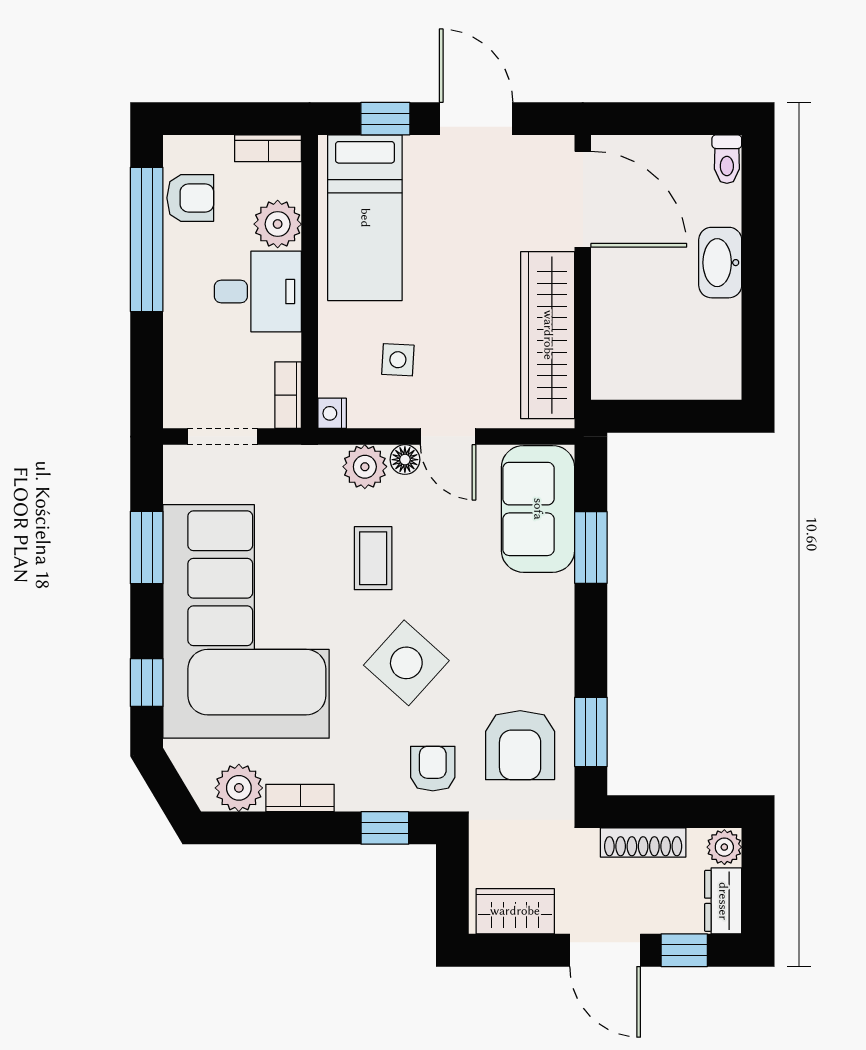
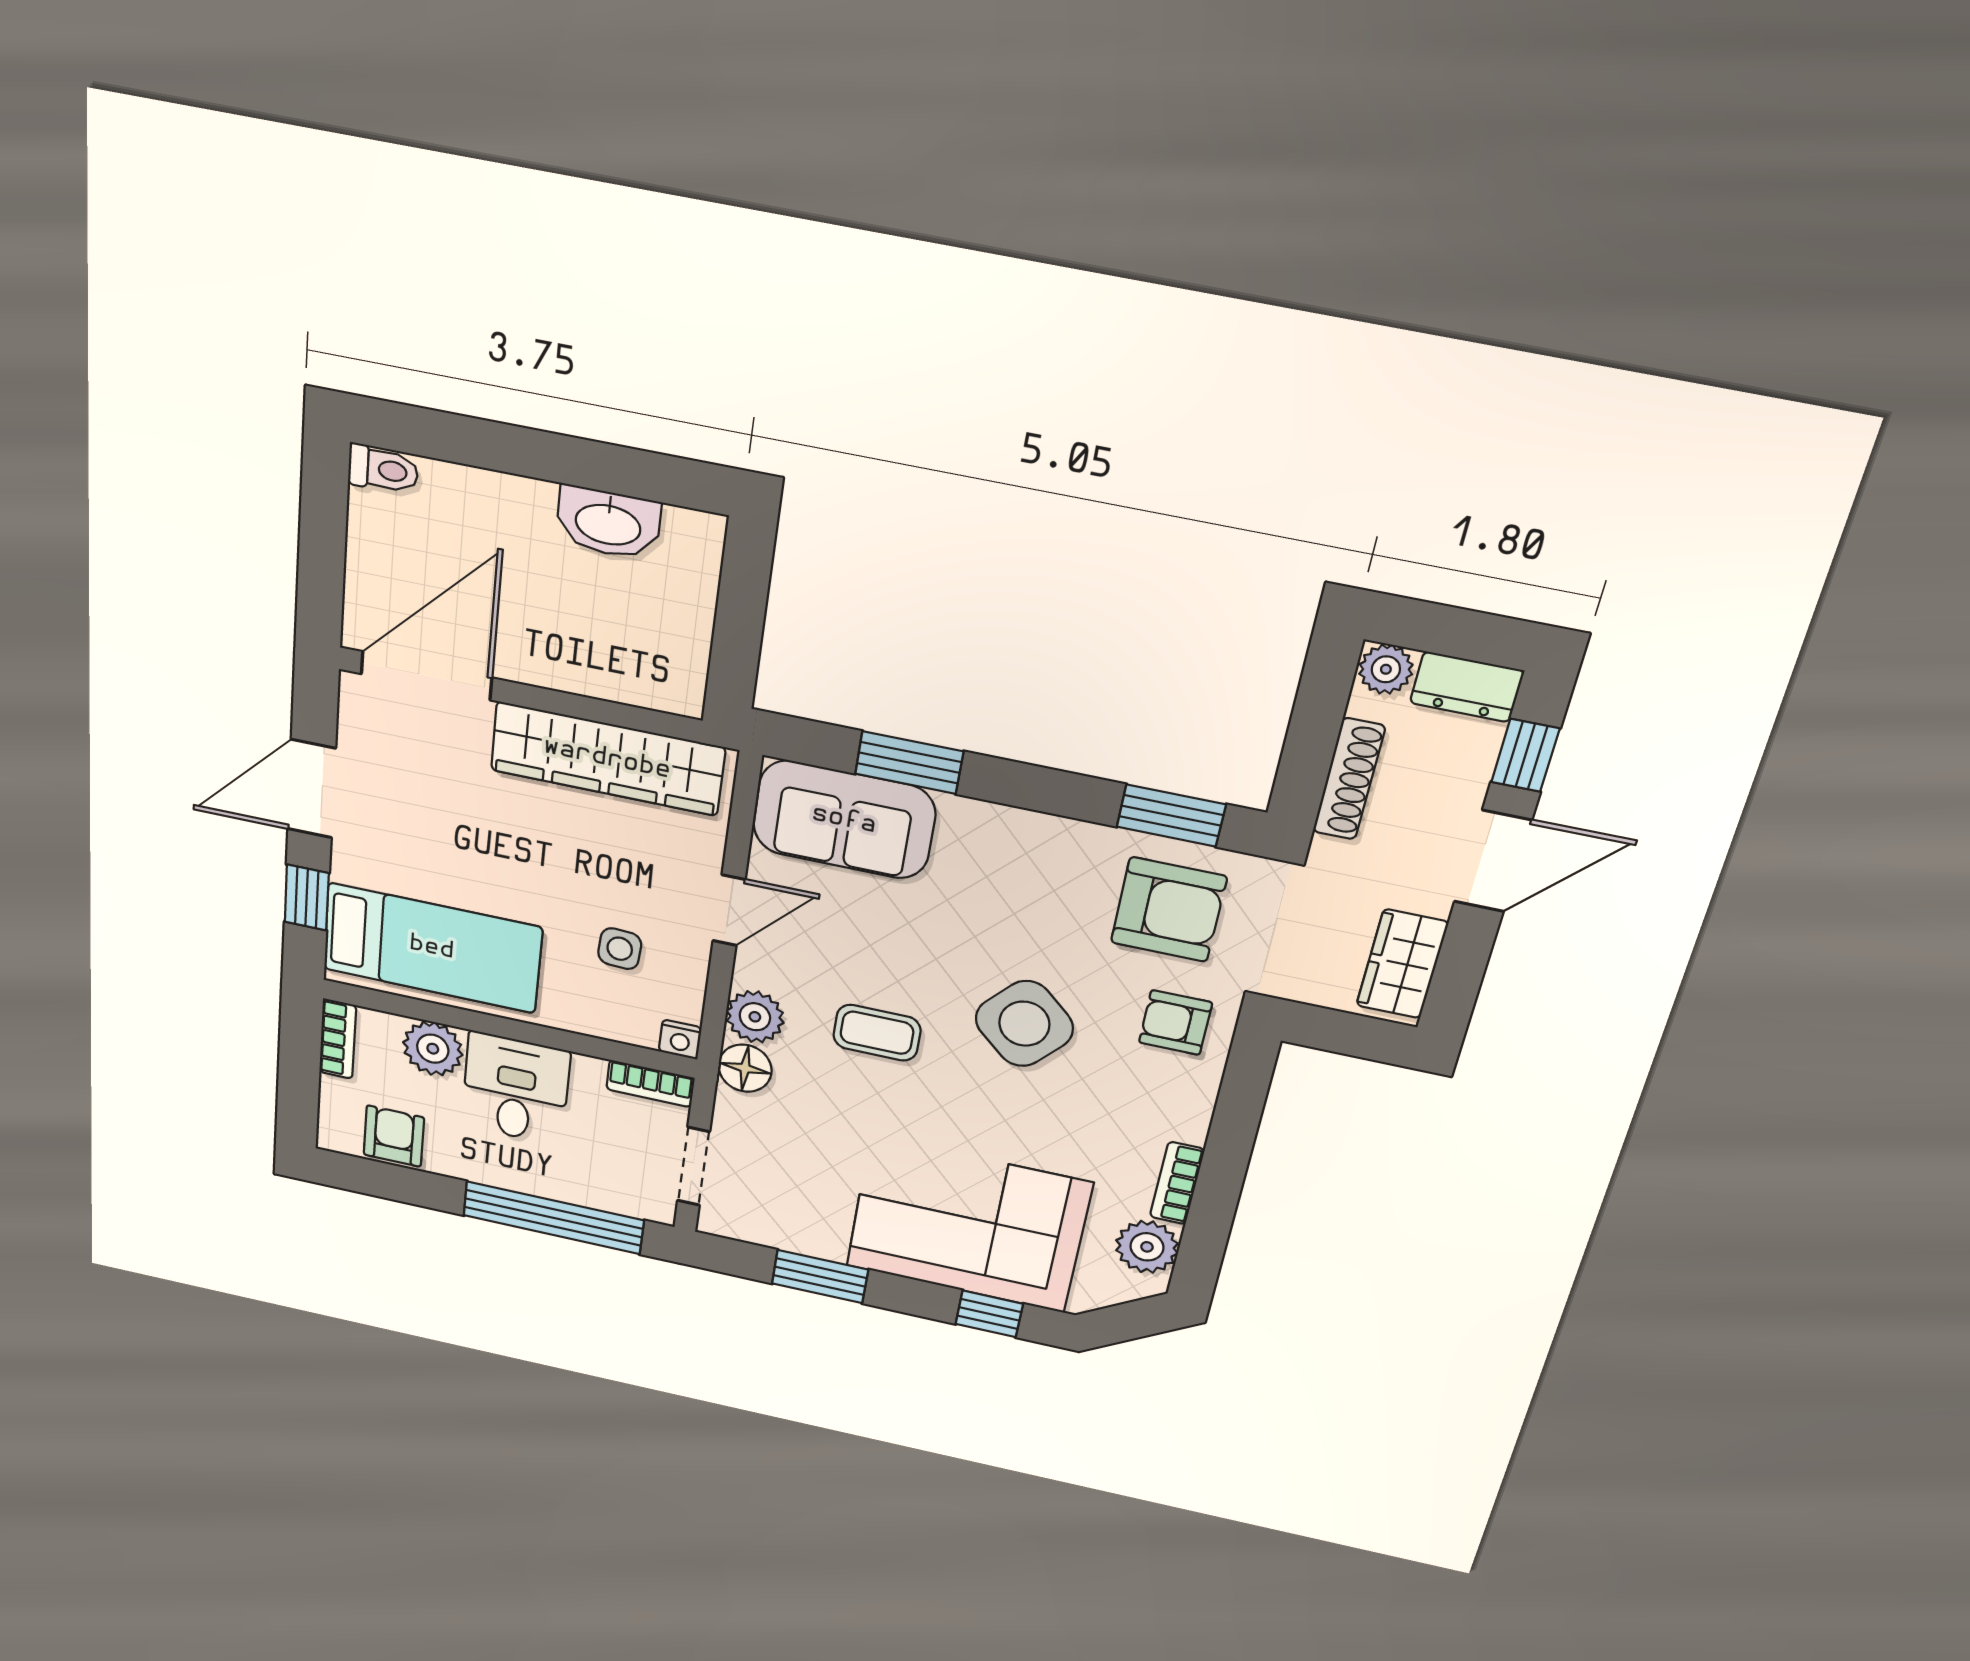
window: (147, 239) -> (553, 1218), moved
washbasin: (720, 263) -> (608, 523), moved
floor lamp: (405, 460) -> (745, 1068), moved, width x1.37, depth x1.37
corner sofa: (246, 621) -> (968, 1225), width x0.73, depth x0.74
window: (385, 828) -> (1242, 1096), removed

